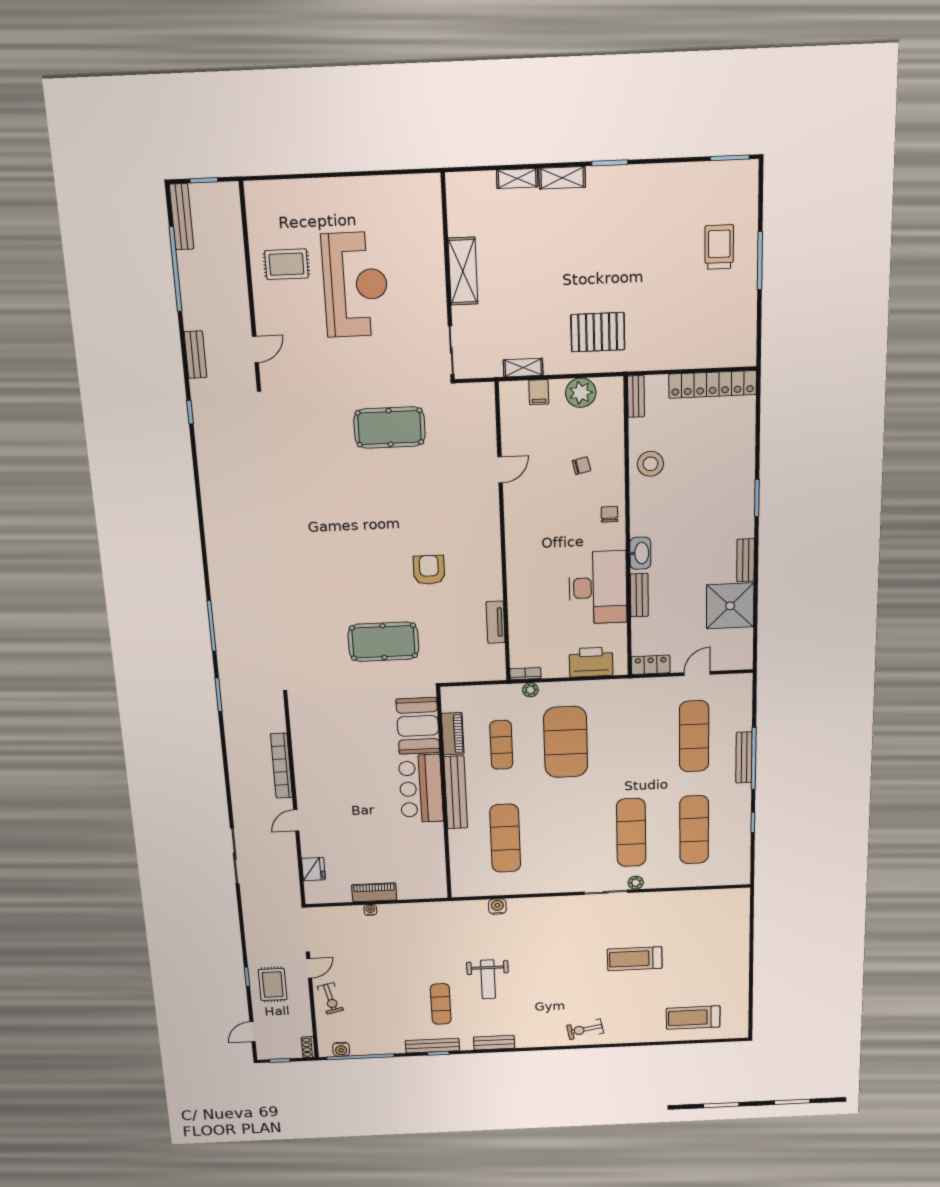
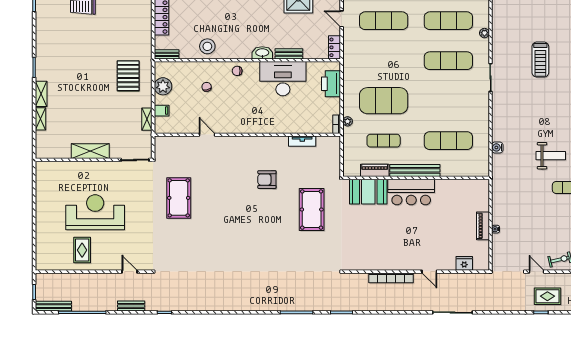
plant: (636, 883) -> (484, 33), moved

